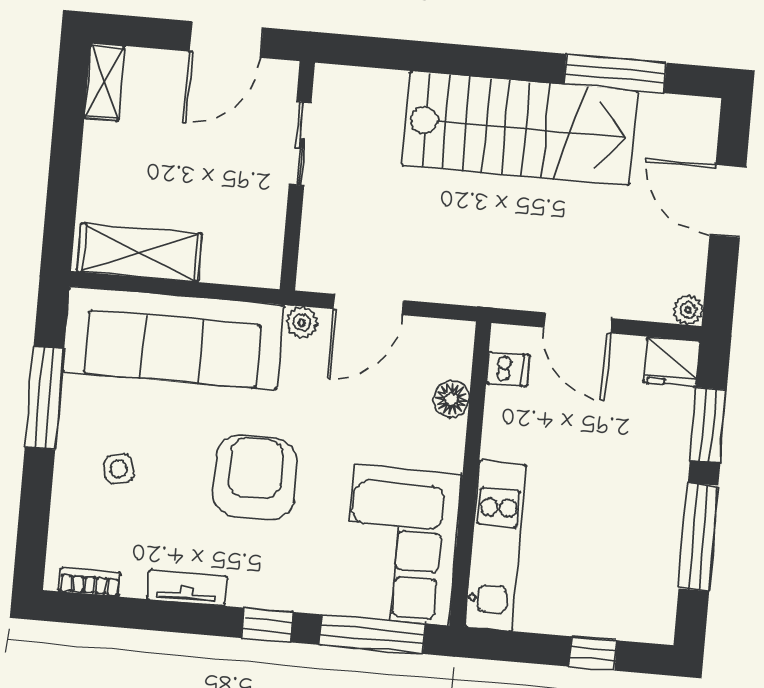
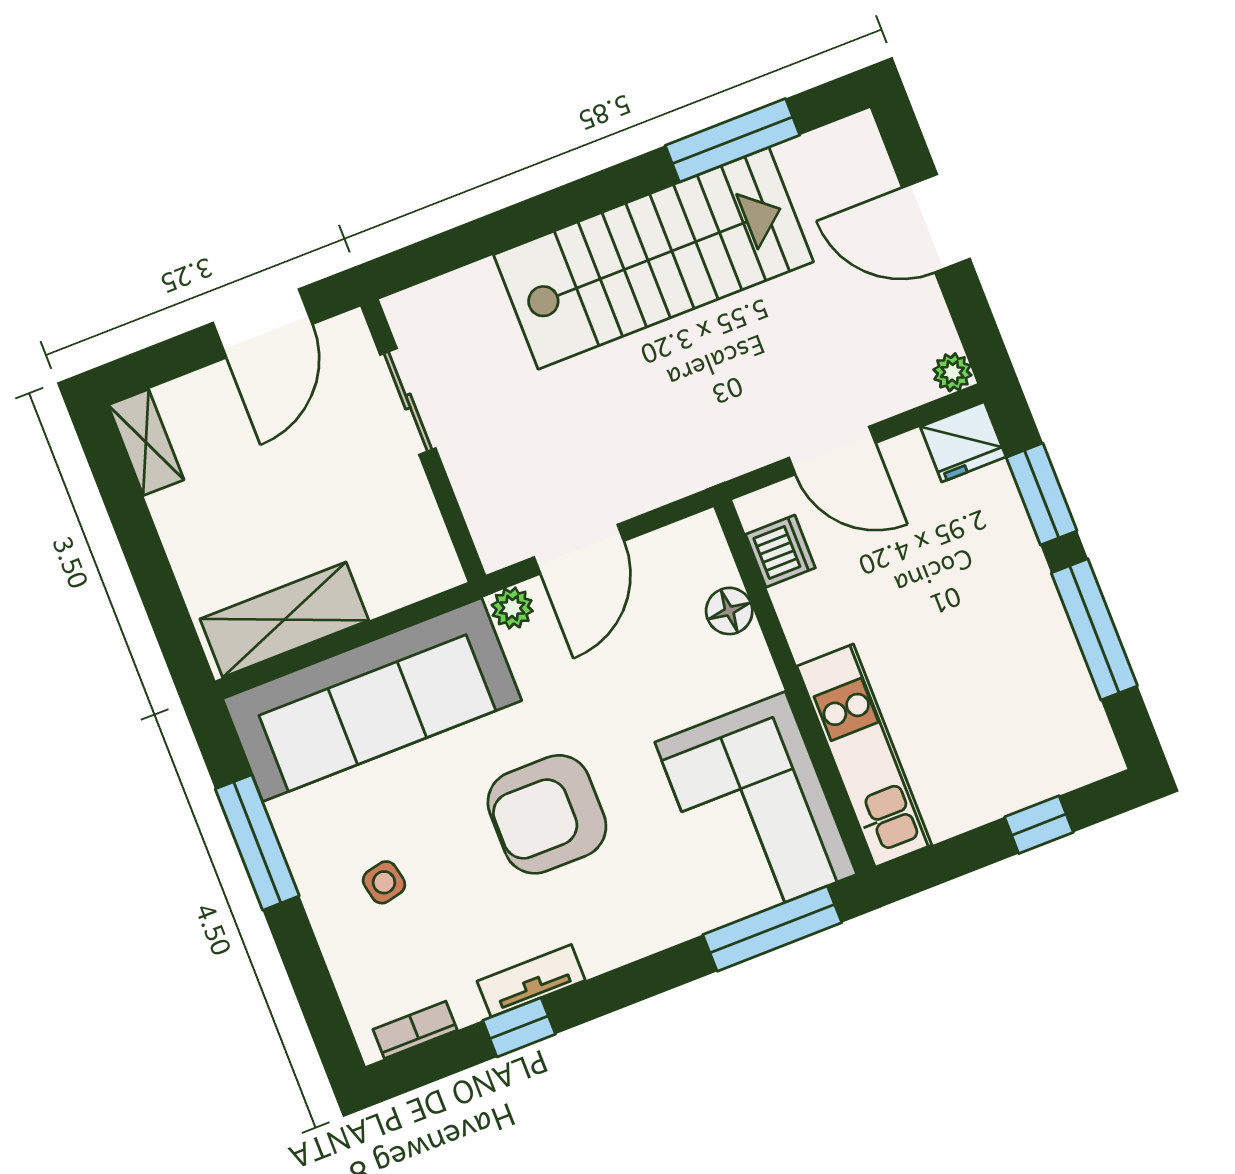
dishwasher: (508, 369) -> (780, 551), width x1.38
armchair: (255, 478) -> (547, 814), turned -90
window: (267, 625) -> (519, 1027), moved

